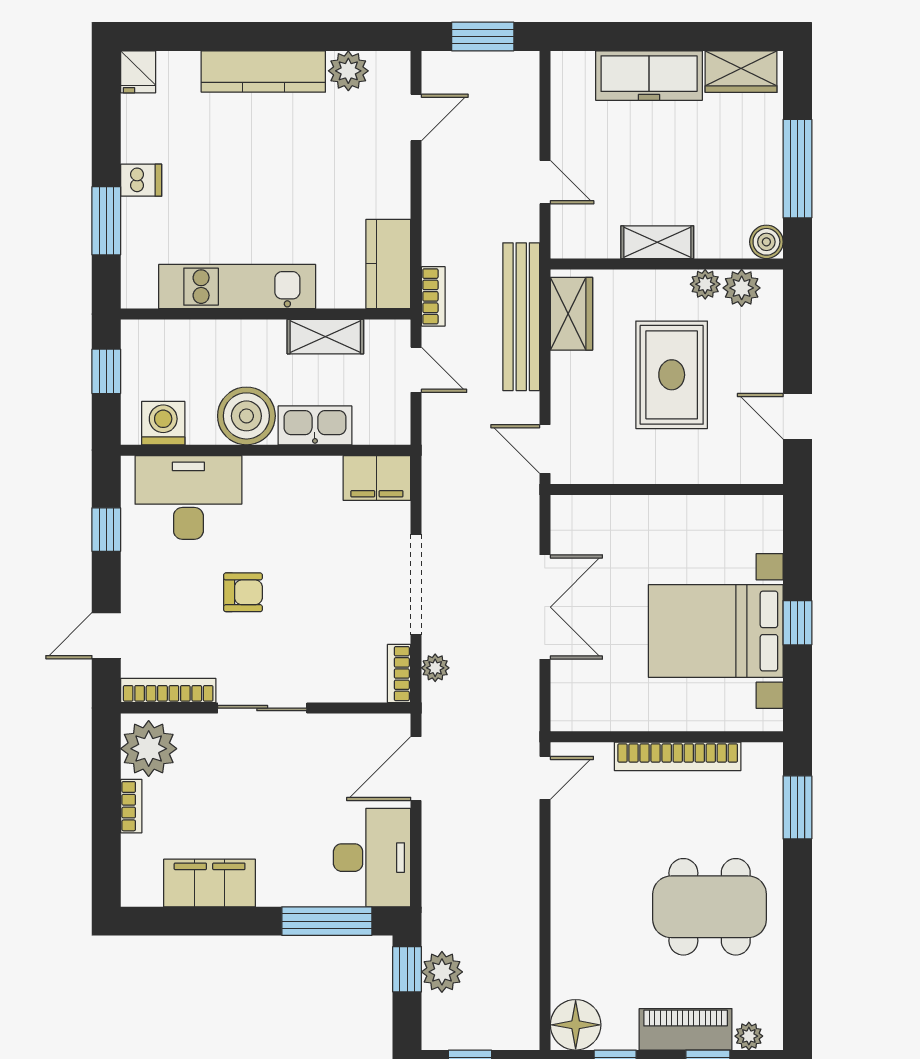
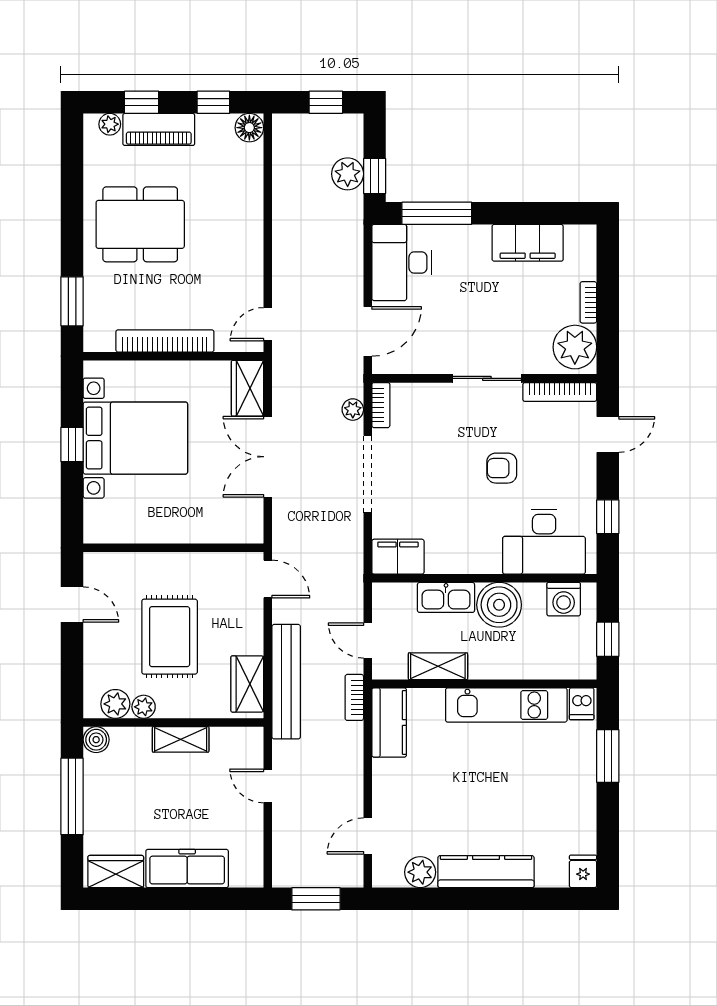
dishwasher: (141, 180) -> (582, 704), moved, turned -90
wardrobe: (571, 695) -> (247, 388), added
floor lamp: (576, 1025) -> (249, 128), width x0.73, depth x0.73

